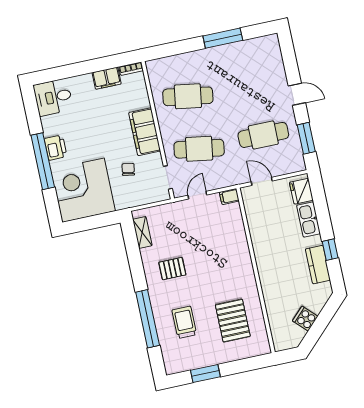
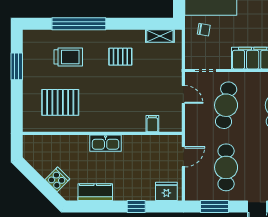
chair: (128, 169) -> (204, 30), moved
filing cabinet: (229, 197) -> (152, 124), moved
kitchen sink: (308, 219) -> (106, 143), moved, turned 180
window: (330, 250) -> (136, 207), moved
pallet: (172, 269) -> (120, 57), turned 90
cooker: (305, 319) -> (57, 179), moved

